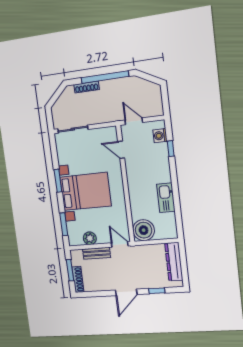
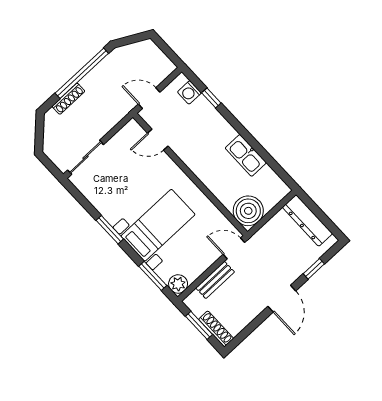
bed with nightstands: (85, 191) -> (158, 225), width x0.73
plant: (90, 238) -> (178, 284), moved

